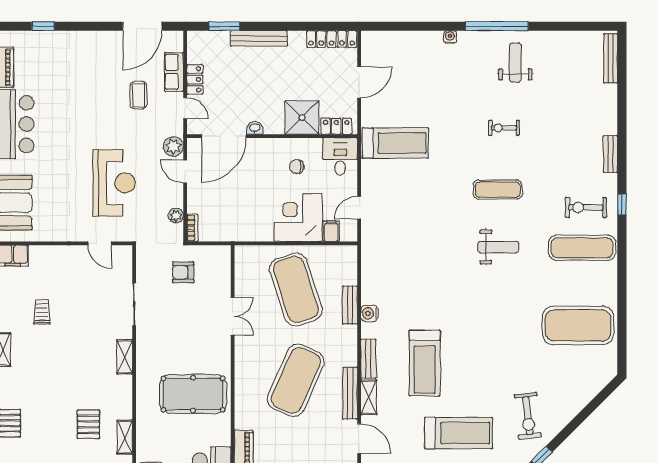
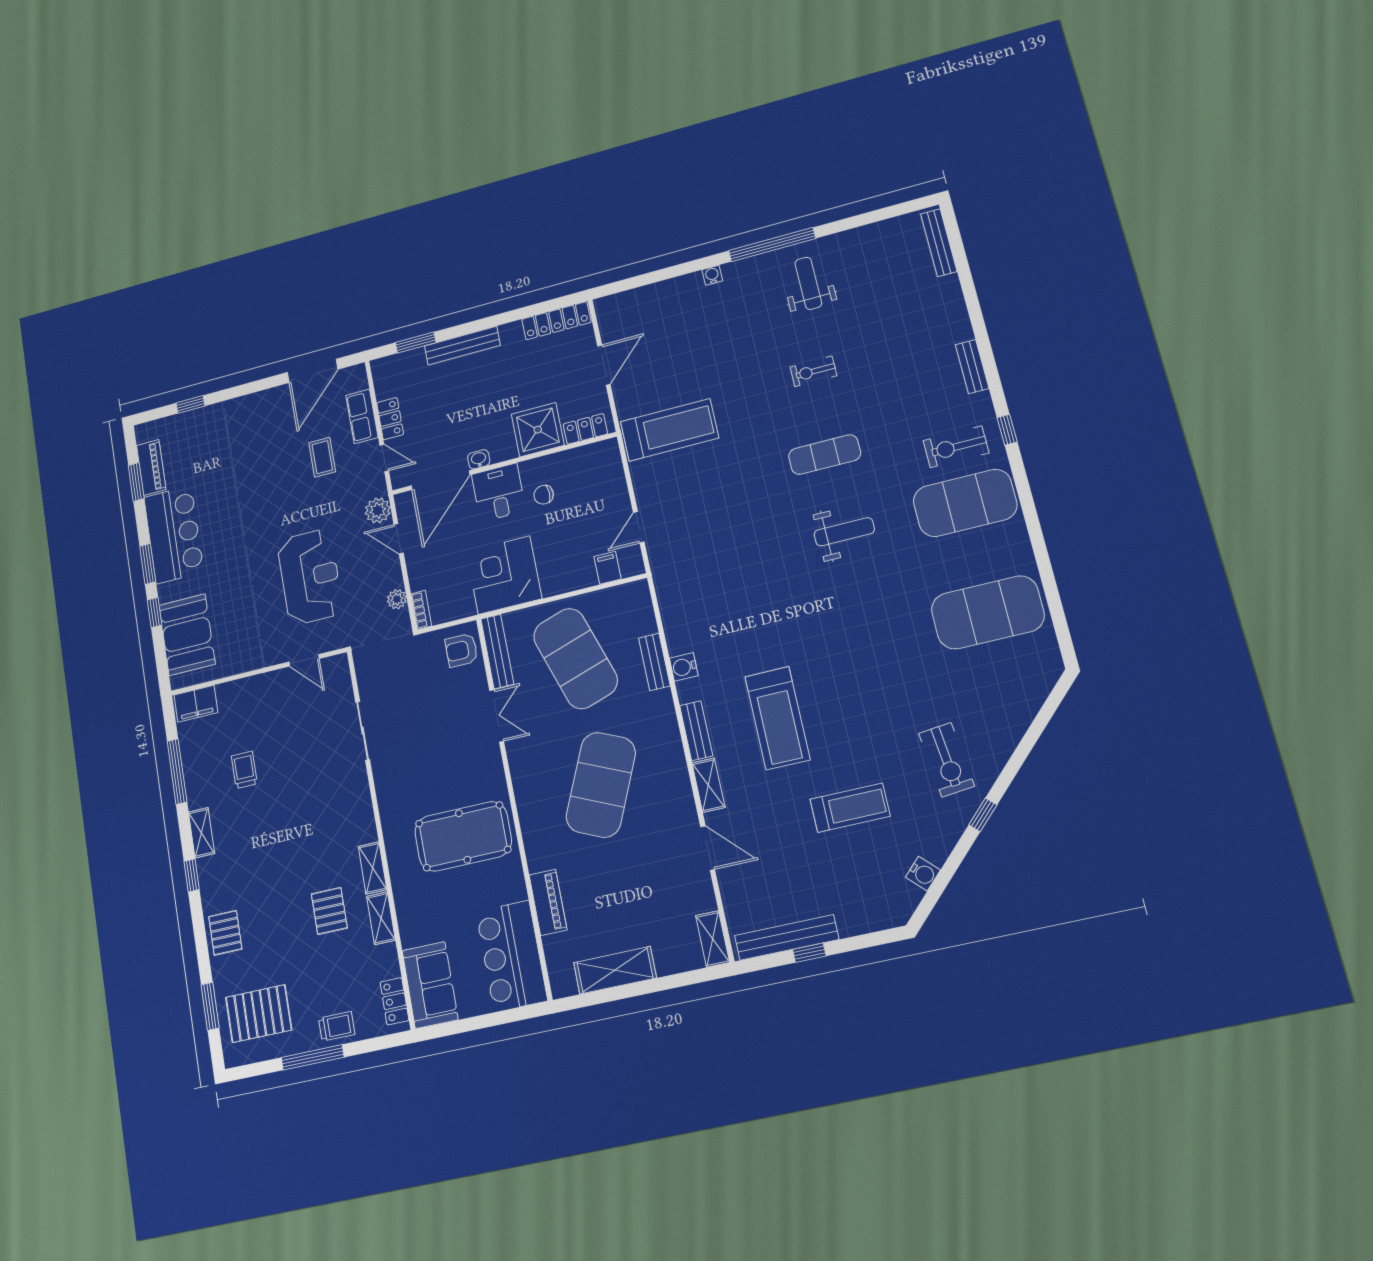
desk: (340, 156) -> (499, 493), moved
corner desk: (298, 218) -> (504, 575), moved
exercise mat: (582, 248) -> (965, 503), width x1.47
armchair: (183, 272) -> (461, 650), moved
shelving: (125, 357) -> (373, 868), moved
bench: (350, 393) -> (497, 651), moved
treadmill: (458, 433) -> (850, 808), width x0.73, depth x0.73

